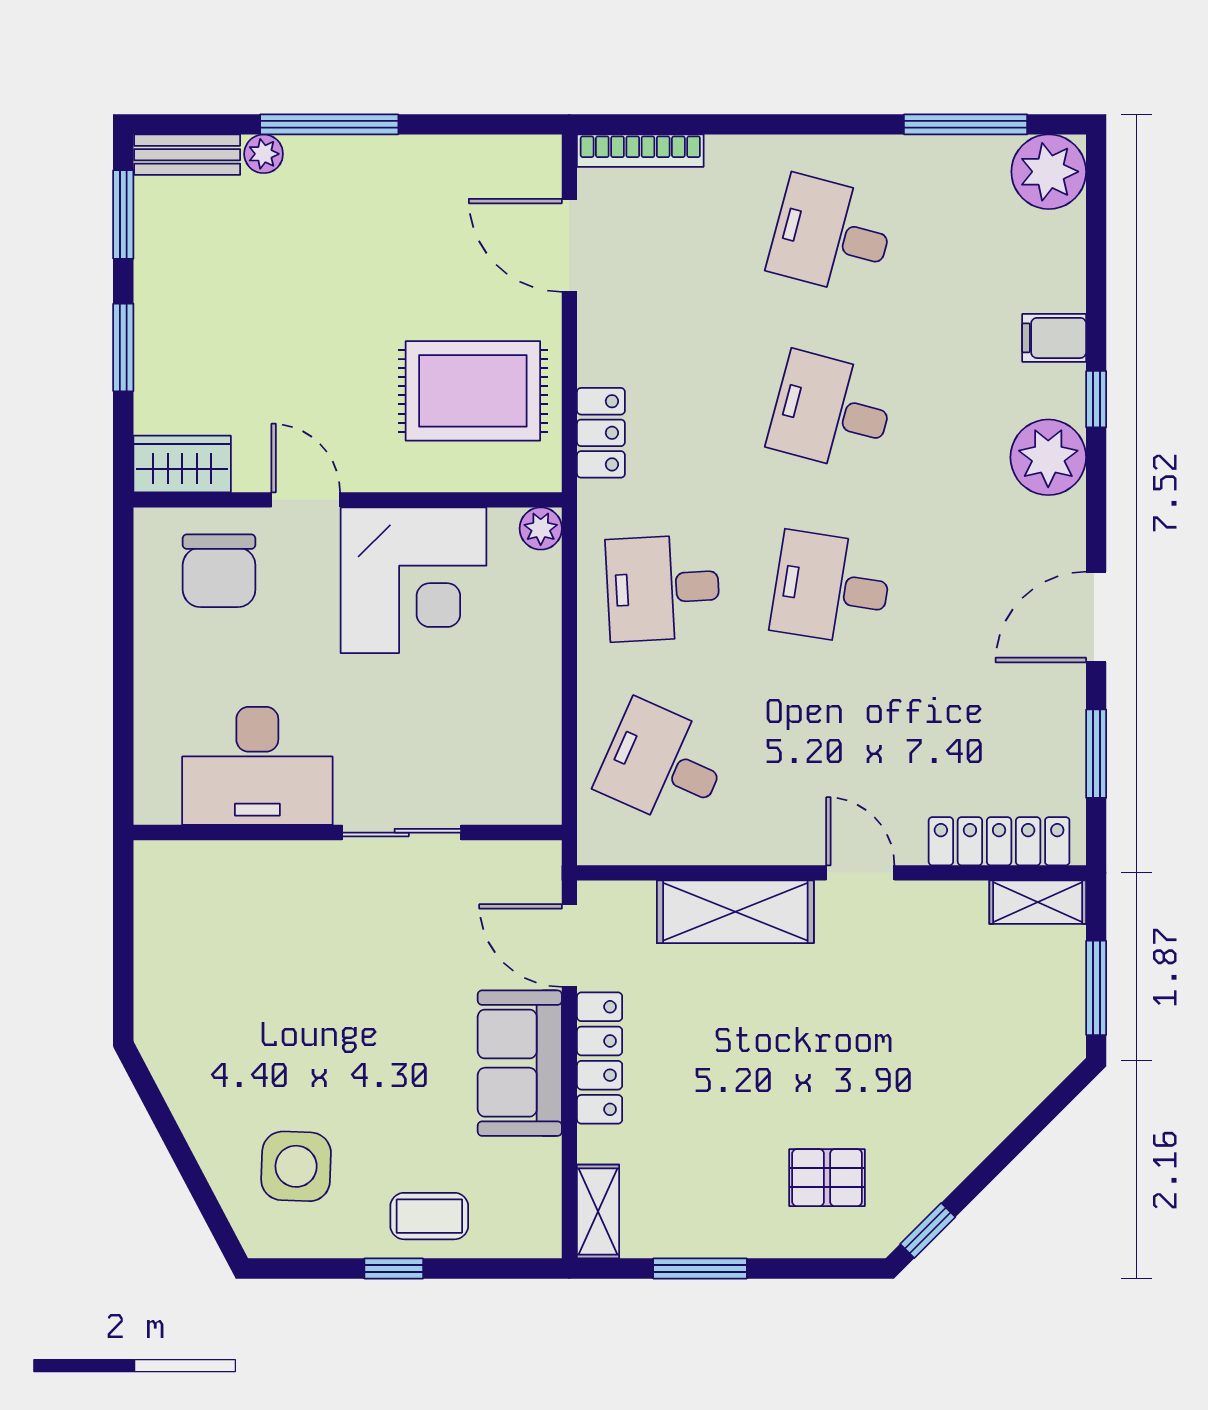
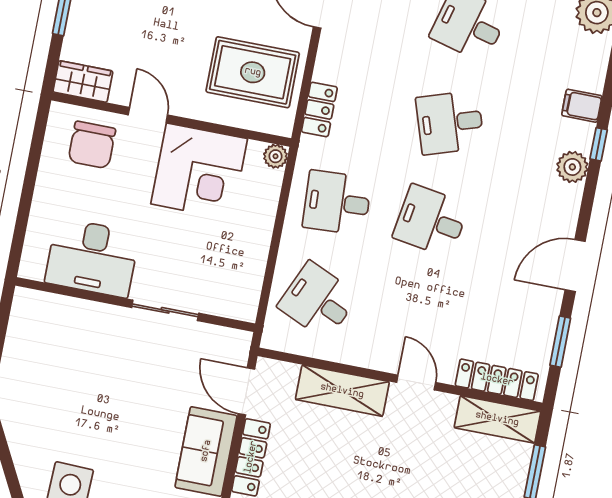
desk: (832, 412) -> (450, 123), turned -33
plant: (1048, 457) -> (572, 167), width x0.73, depth x0.73
shelving: (1038, 902) -> (497, 419), width x1.50, depth x1.33

